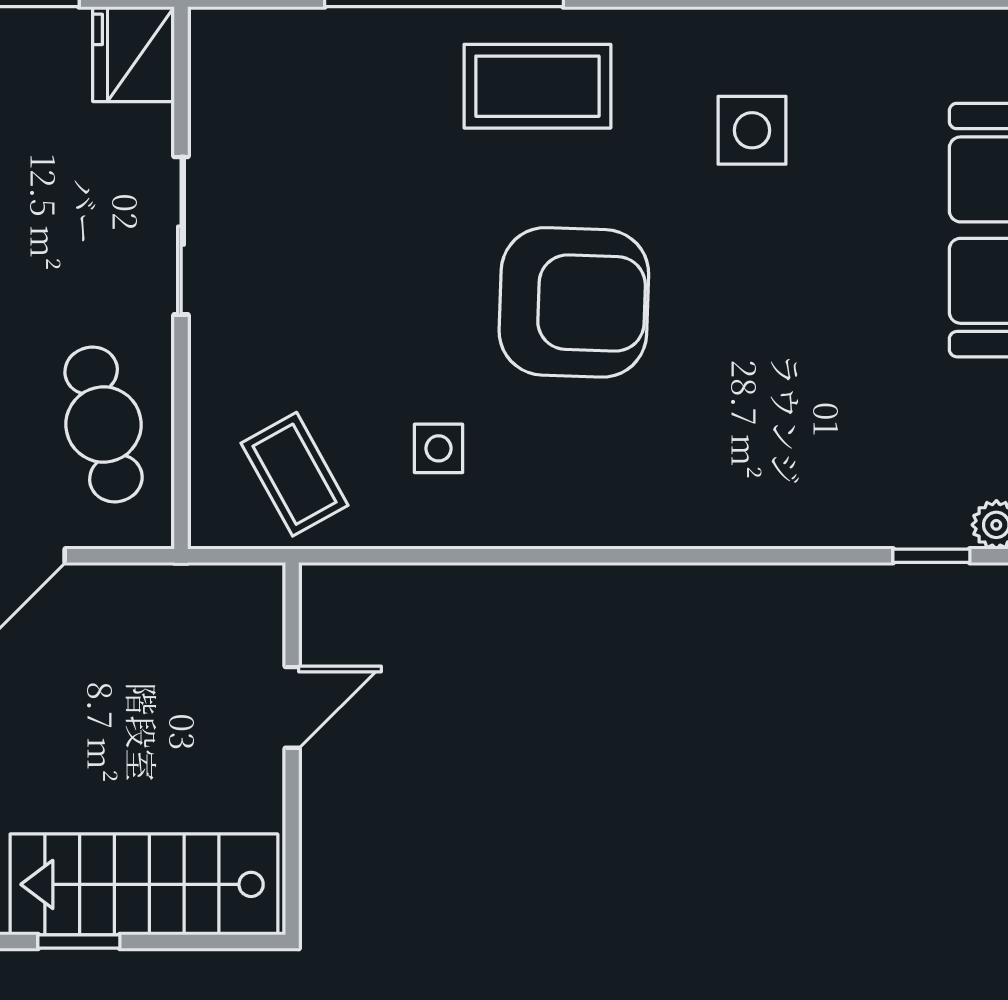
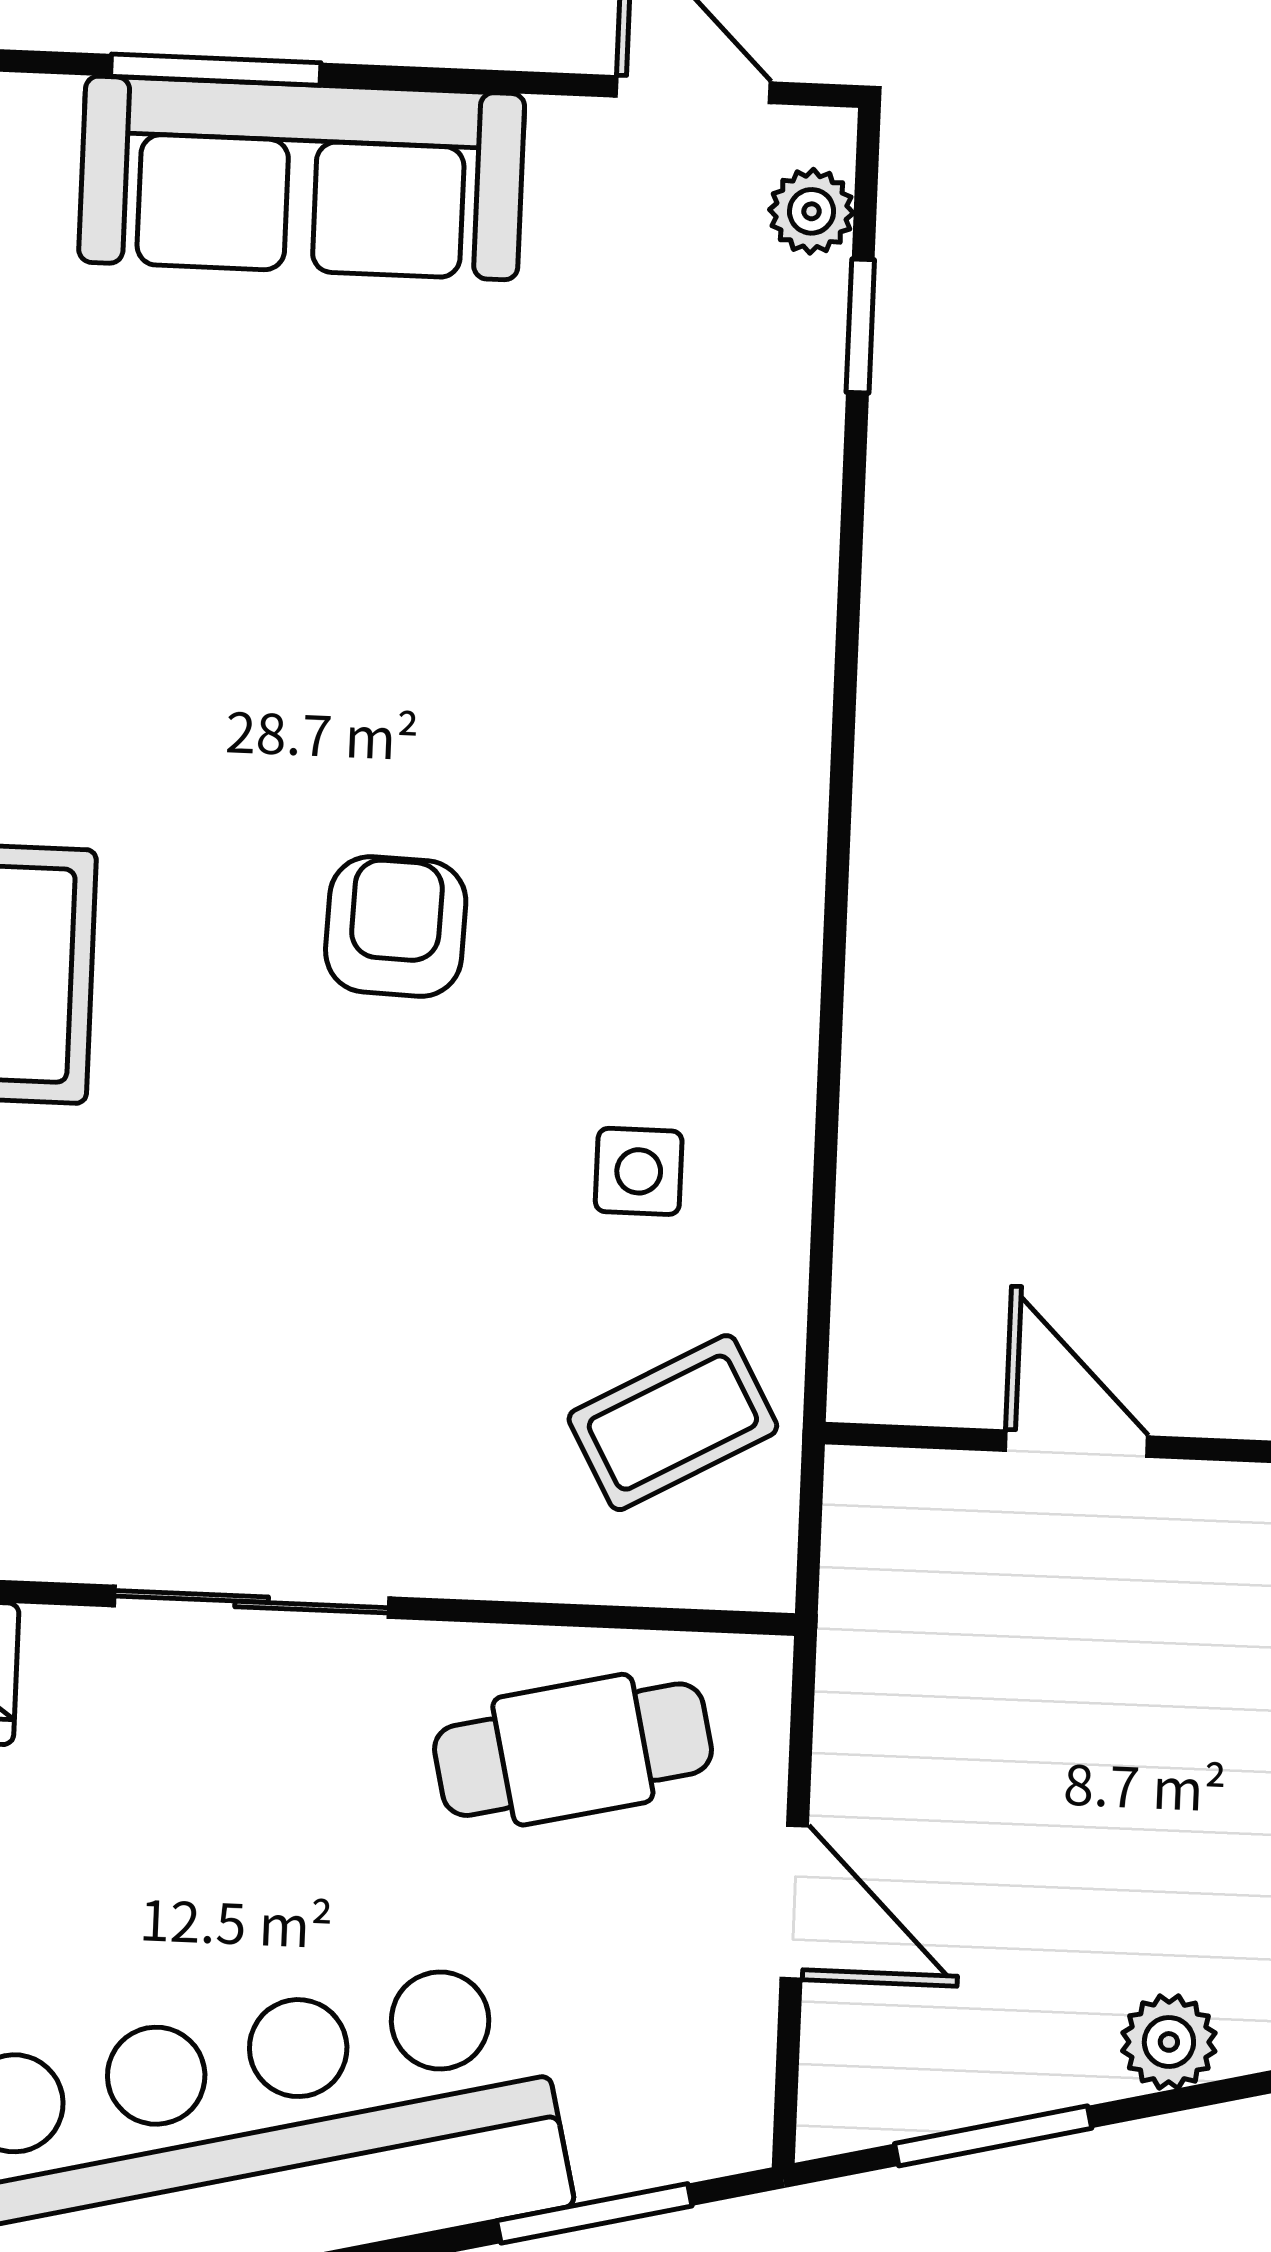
side table: (752, 130) -> (111, 606), removed
armchair: (574, 302) -> (396, 926), width x0.53, depth x0.53

